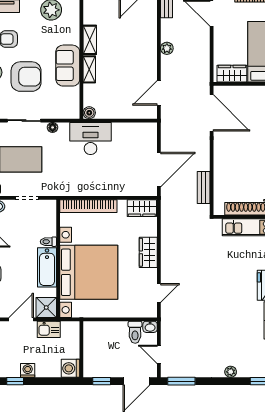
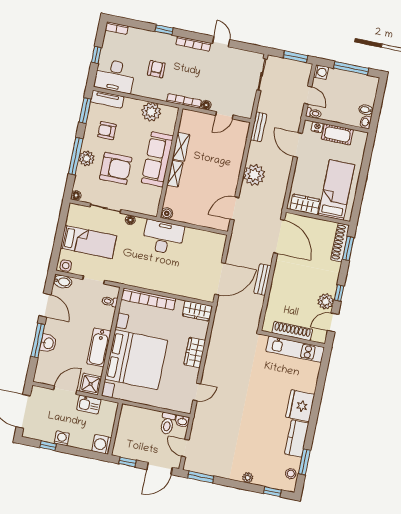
plant: (167, 48) -> (254, 175), width x1.88, depth x1.88
sofa: (68, 66) -> (157, 159), width x1.36
bench: (204, 188) -> (263, 280), moved
toilet: (48, 242) -> (110, 302), moved

